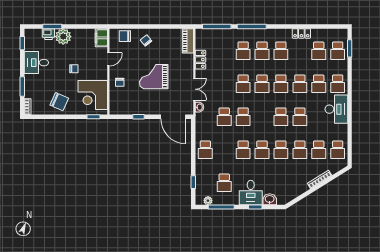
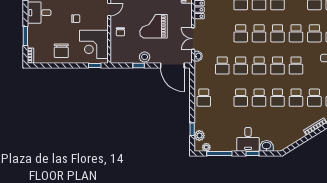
double door: (194, 89) -> (193, 39), swing flipped
chair: (59, 102) -> (61, 51), turned 66
stool: (145, 108) -> (145, 57), added
school desk: (224, 183) -> (259, 65), moved
plant: (201, 189) -> (199, 136), added

